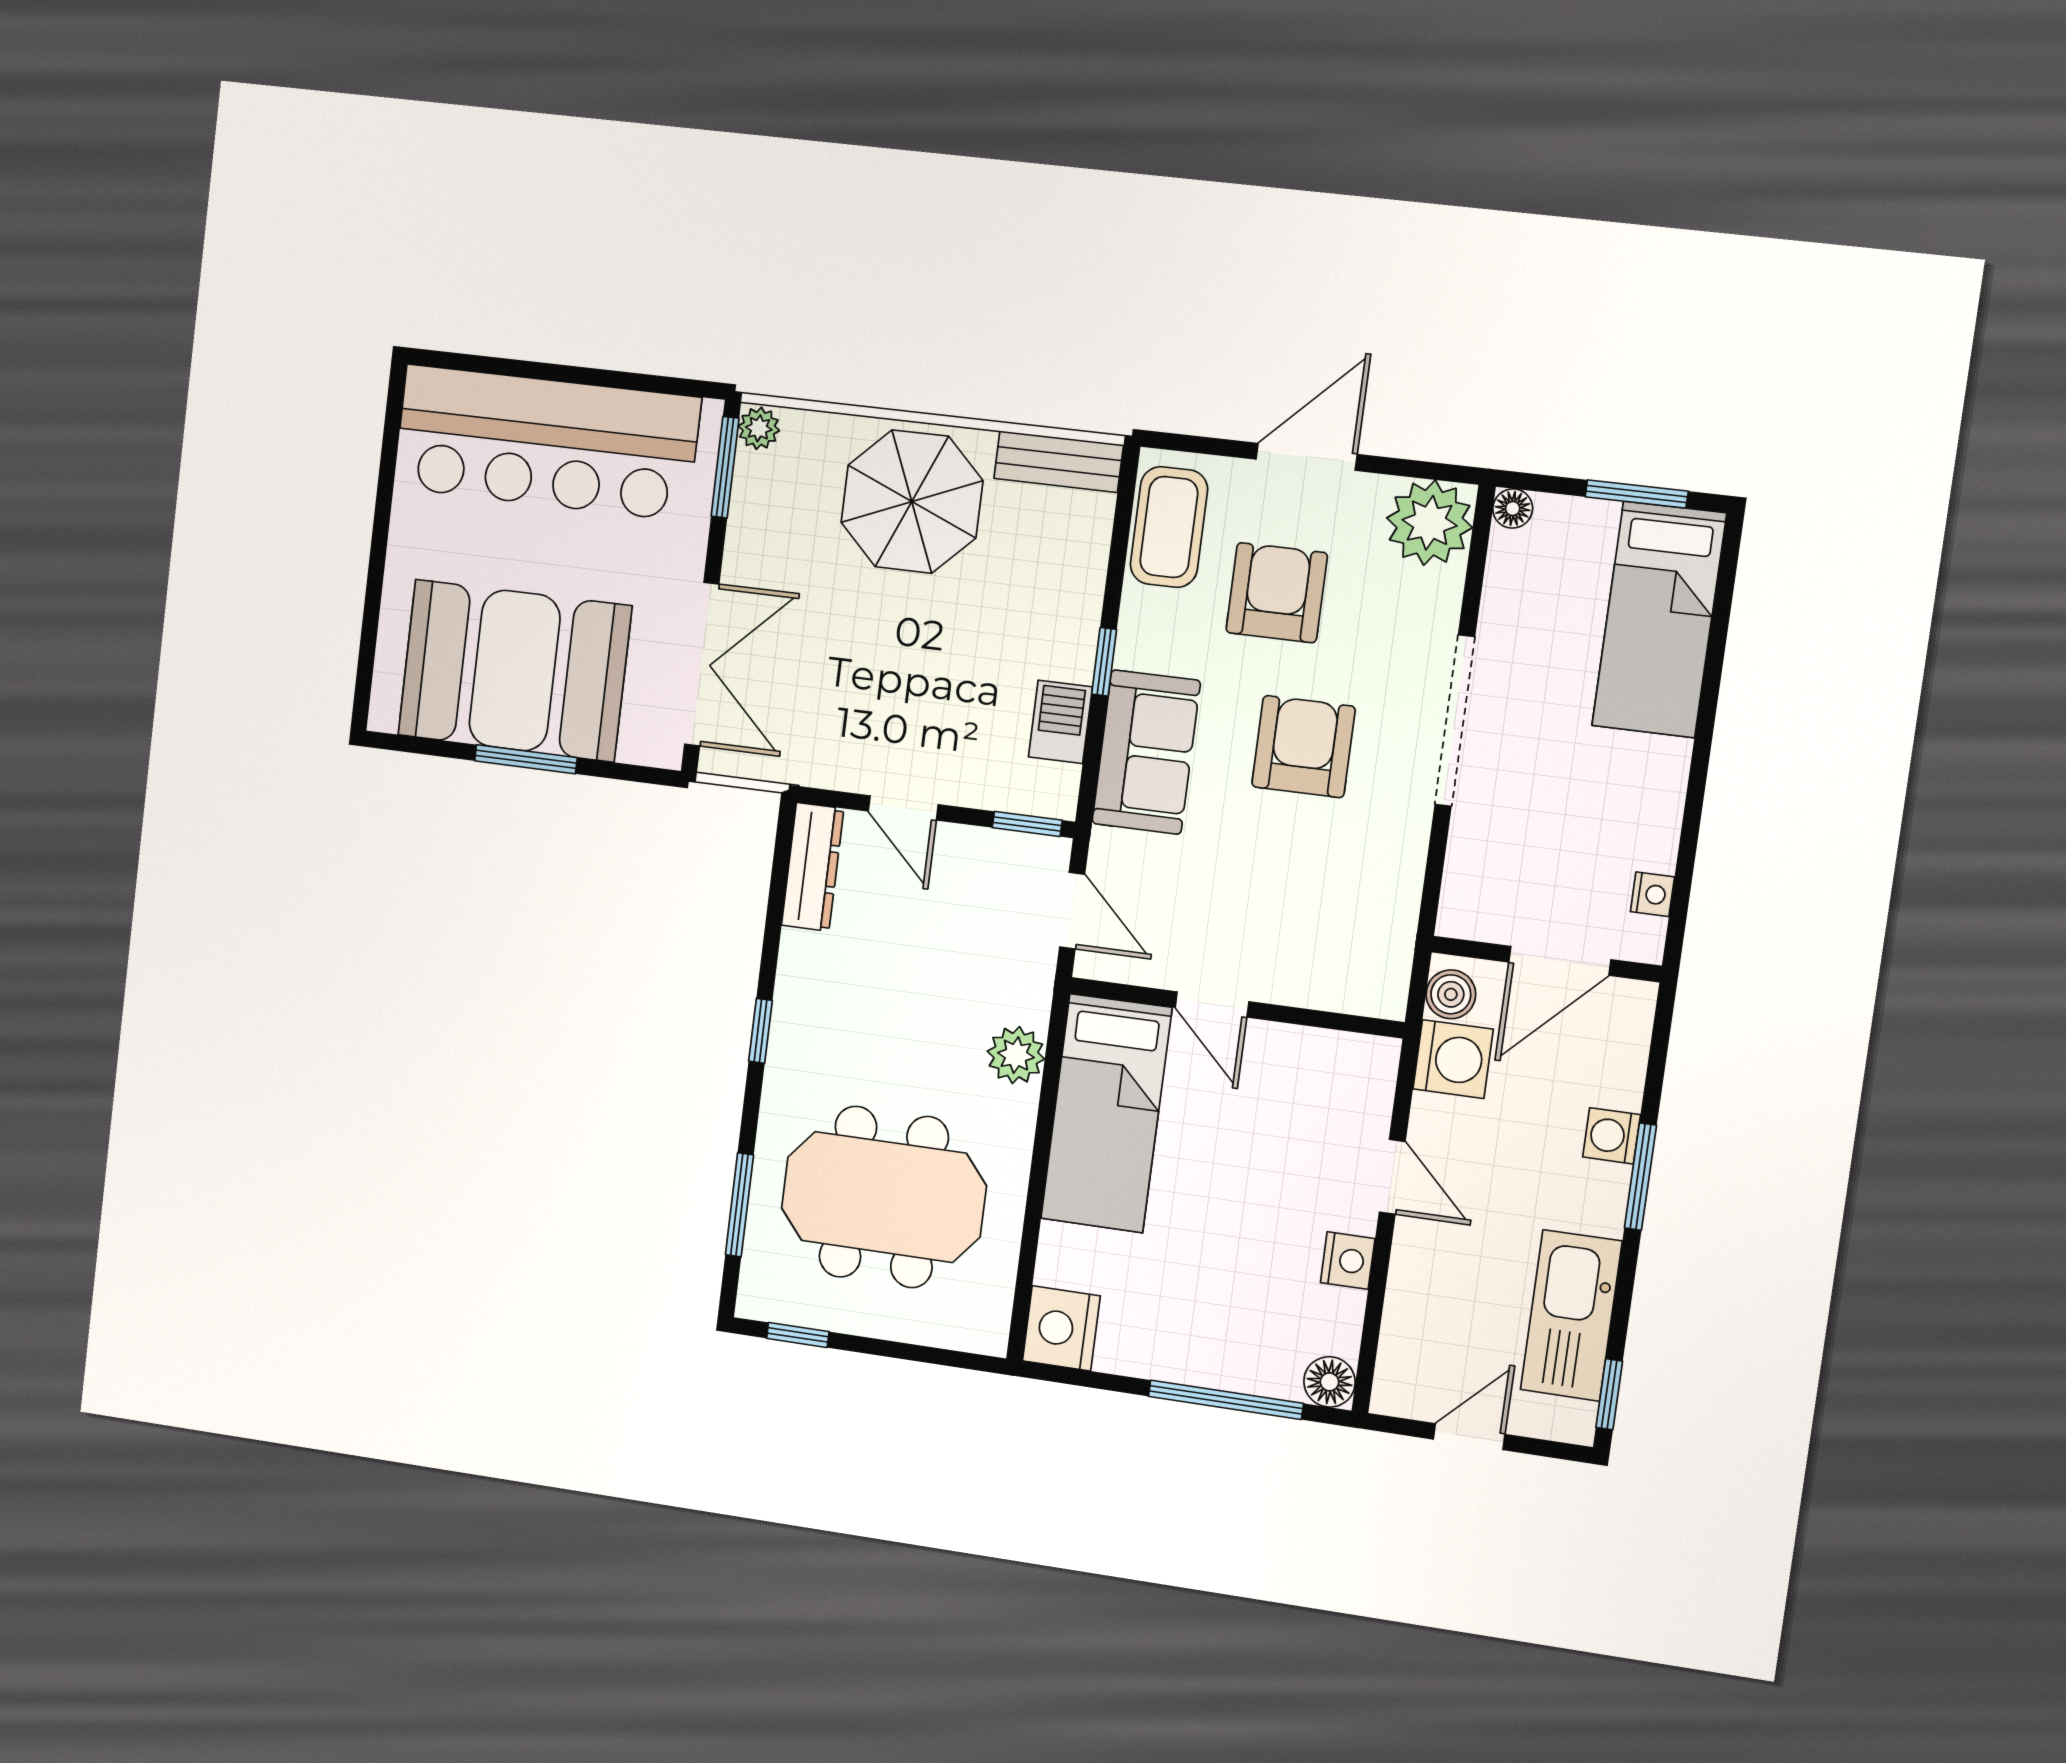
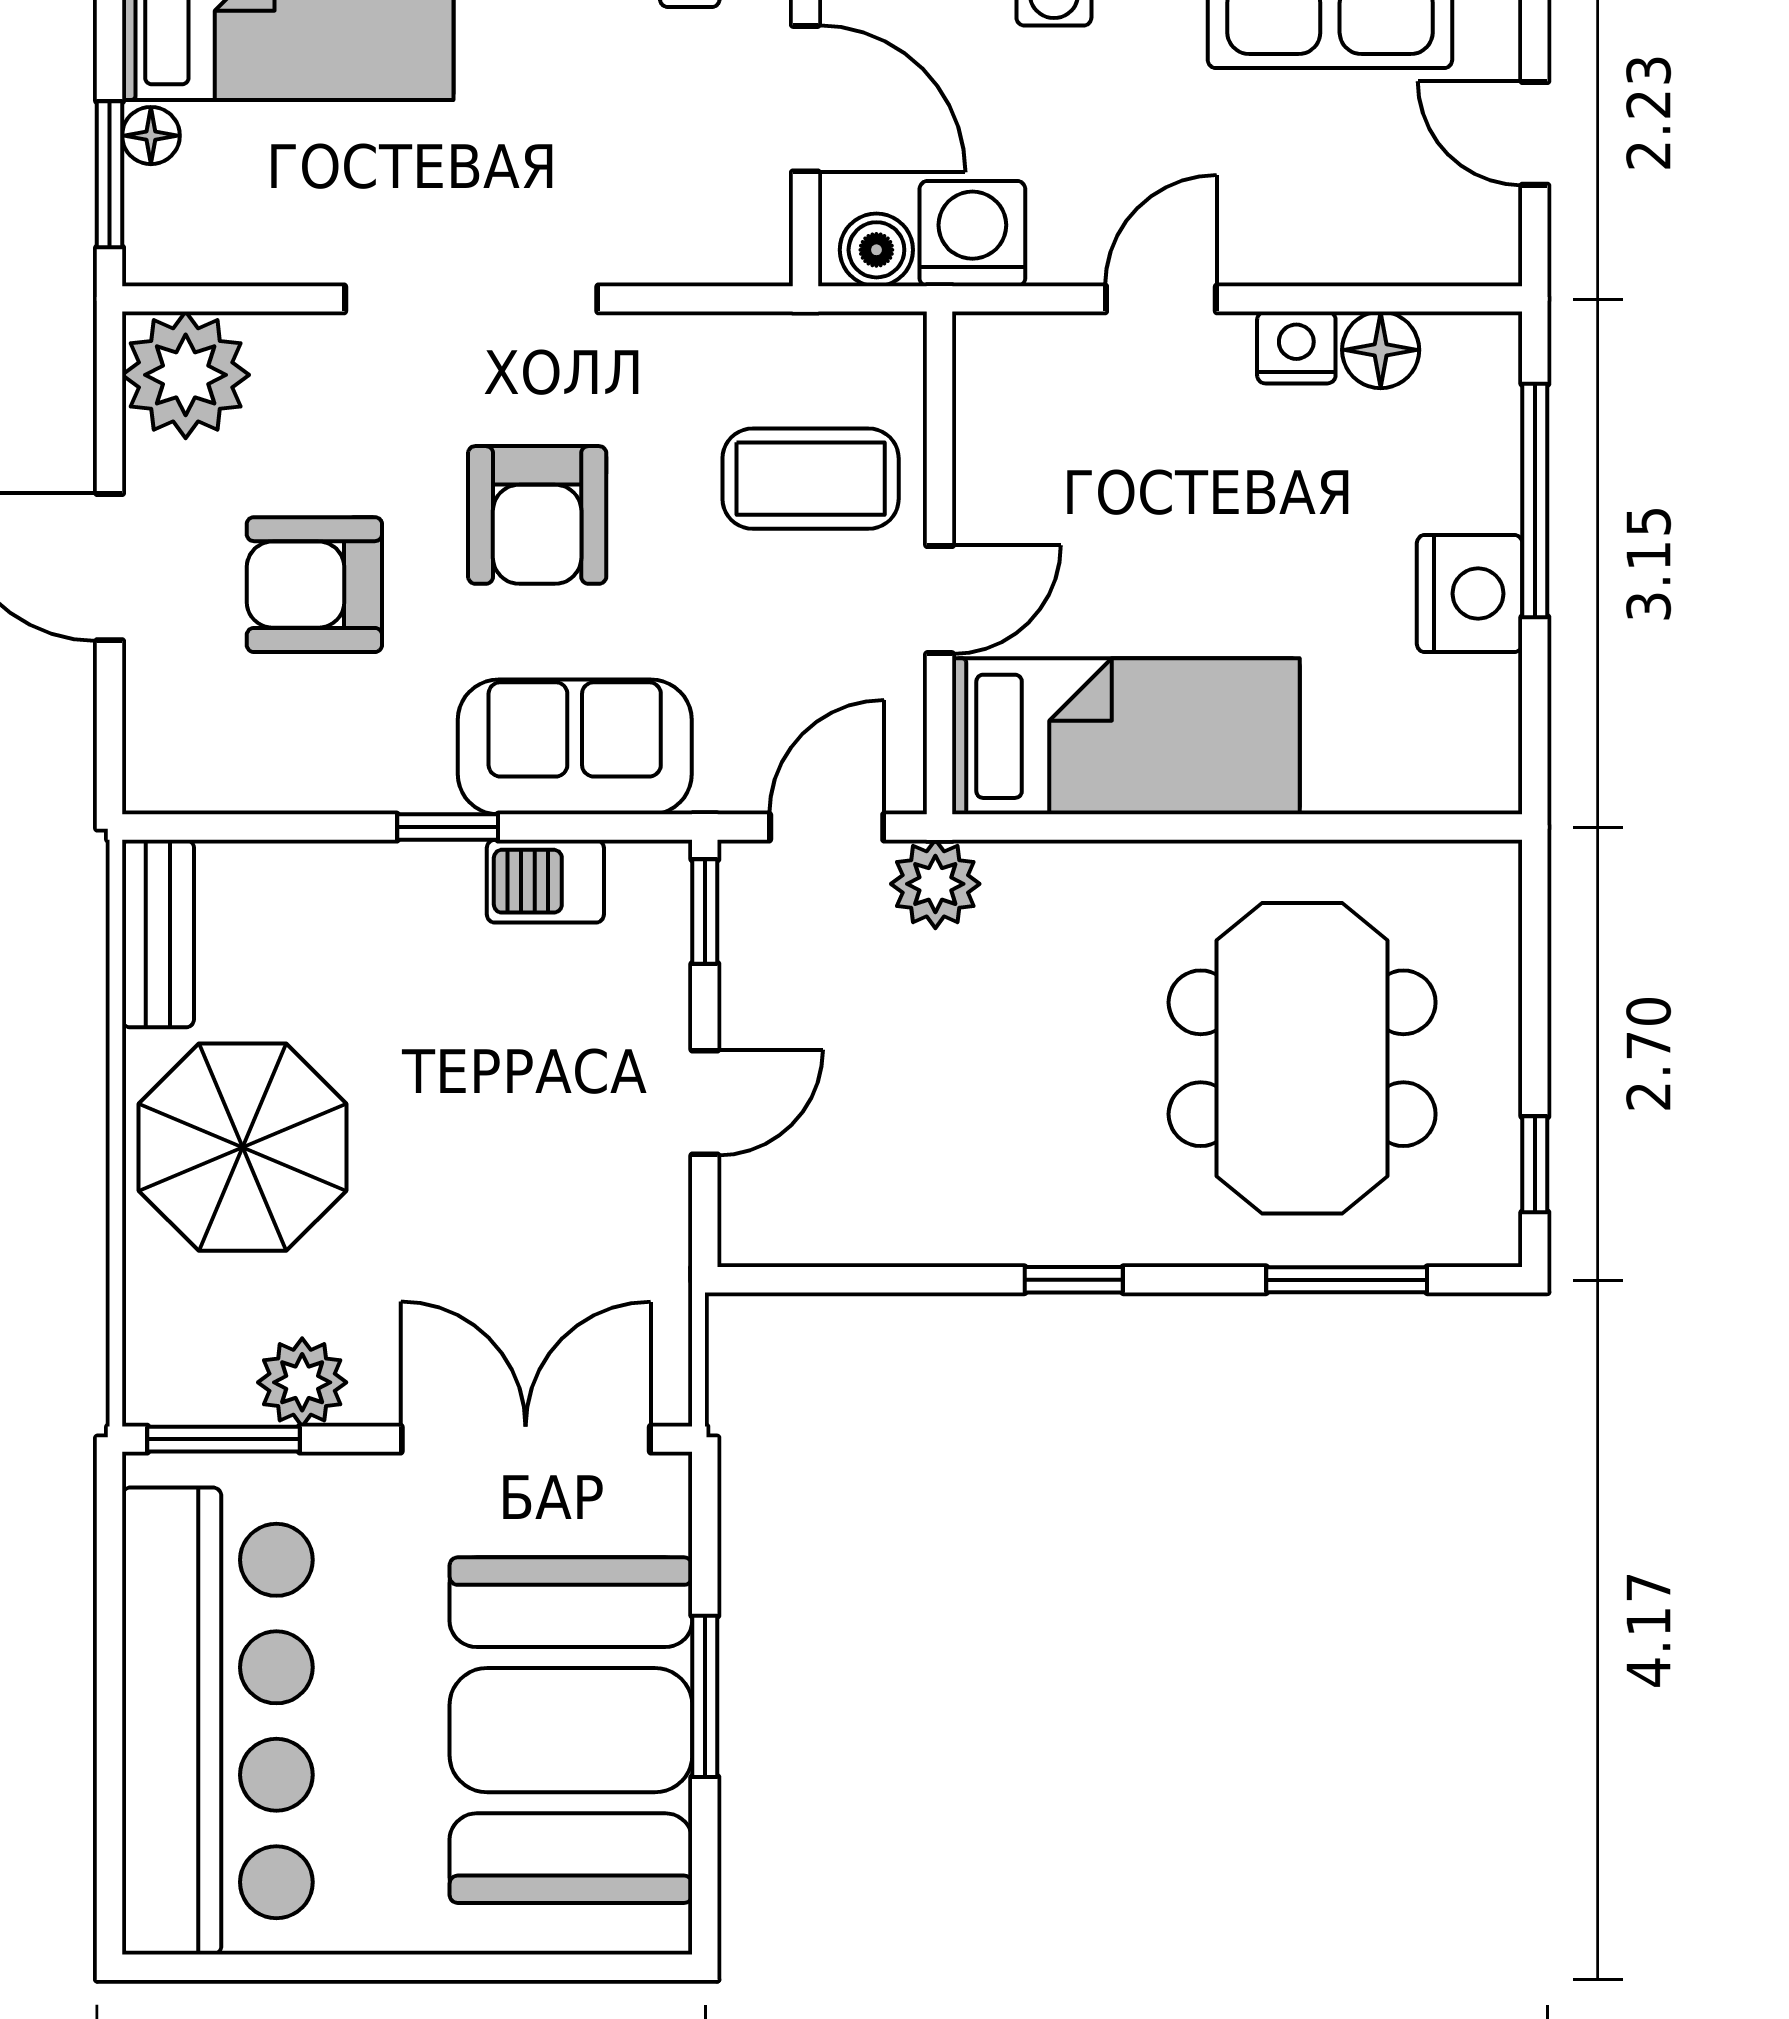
plant: (759, 428) -> (302, 1382), moved, width x1.38, depth x1.38
window: (1637, 494) -> (110, 174), moved
floor lamp: (1513, 508) -> (151, 136), moved
coffee table: (1169, 527) -> (811, 479), moved
armchair: (1303, 747) -> (537, 515), turned -90
dresser: (813, 867) -> (812, 1230), removed
plant: (1016, 1055) -> (935, 884), moved
nightstand: (1061, 1328) -> (1470, 594), moved, turned -90
floor lamp: (1329, 1382) -> (1381, 350), moved

